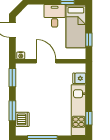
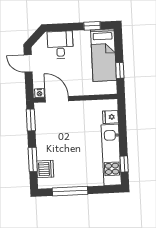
desk: (55, 16) -> (60, 45), moved
door: (46, 61) -> (57, 99), moved

